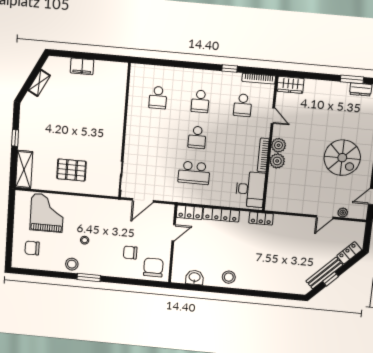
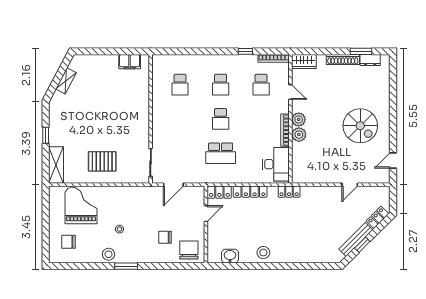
filing cabinet: (82, 66) -> (130, 62), moved
shoe rack: (332, 86) -> (343, 60), added
plant: (343, 213) -> (367, 179), removed

